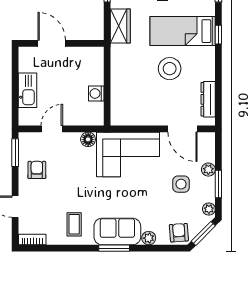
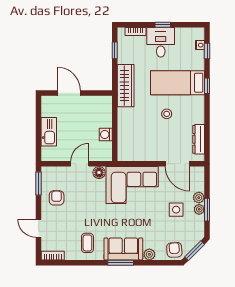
wardrobe: (120, 26) -> (126, 86), width x1.50
stool: (170, 69) -> (167, 114), width x0.53, depth x0.53
door: (52, 129) -> (80, 164), moved
plant: (209, 209) -> (199, 209), moved

